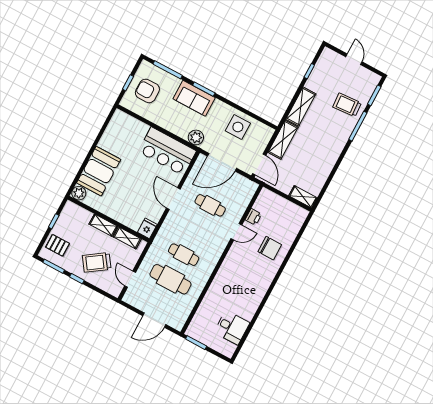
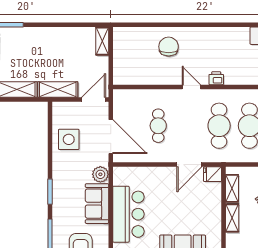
sofa: (194, 98) -> (97, 204), moved, turned 180
bar counter: (167, 151) -> (128, 214), moved
door: (173, 199) -> (189, 165), moved
printer: (253, 217) -> (216, 78), moved
door: (236, 232) -> (191, 87), moved
cafe table: (184, 255) -> (219, 126), width x1.37, depth x1.35

